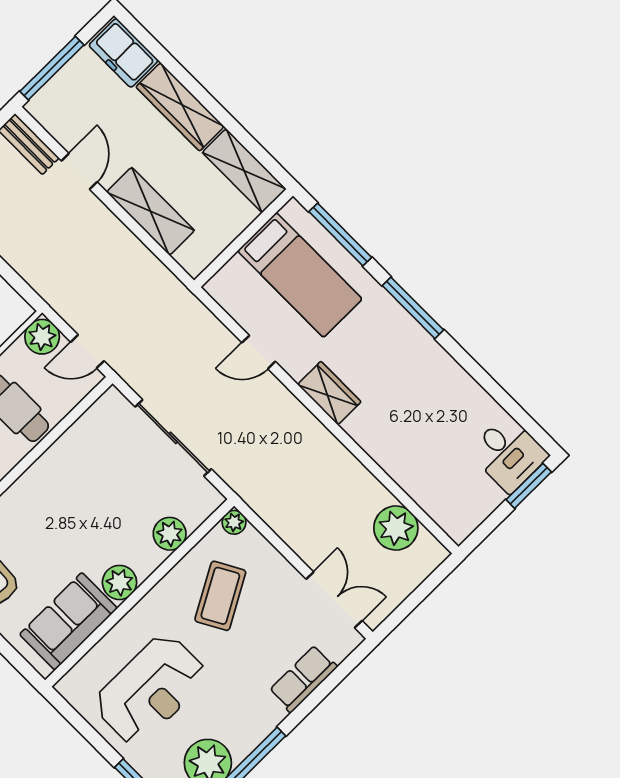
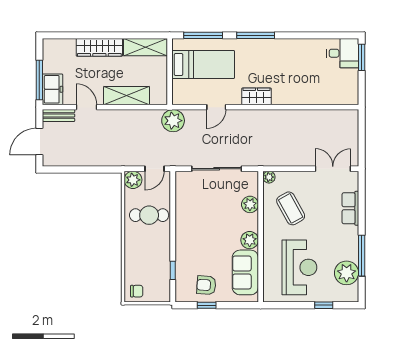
freezer: (124, 53) -> (53, 89), moved, turned -90
plant: (396, 528) -> (173, 121), moved

